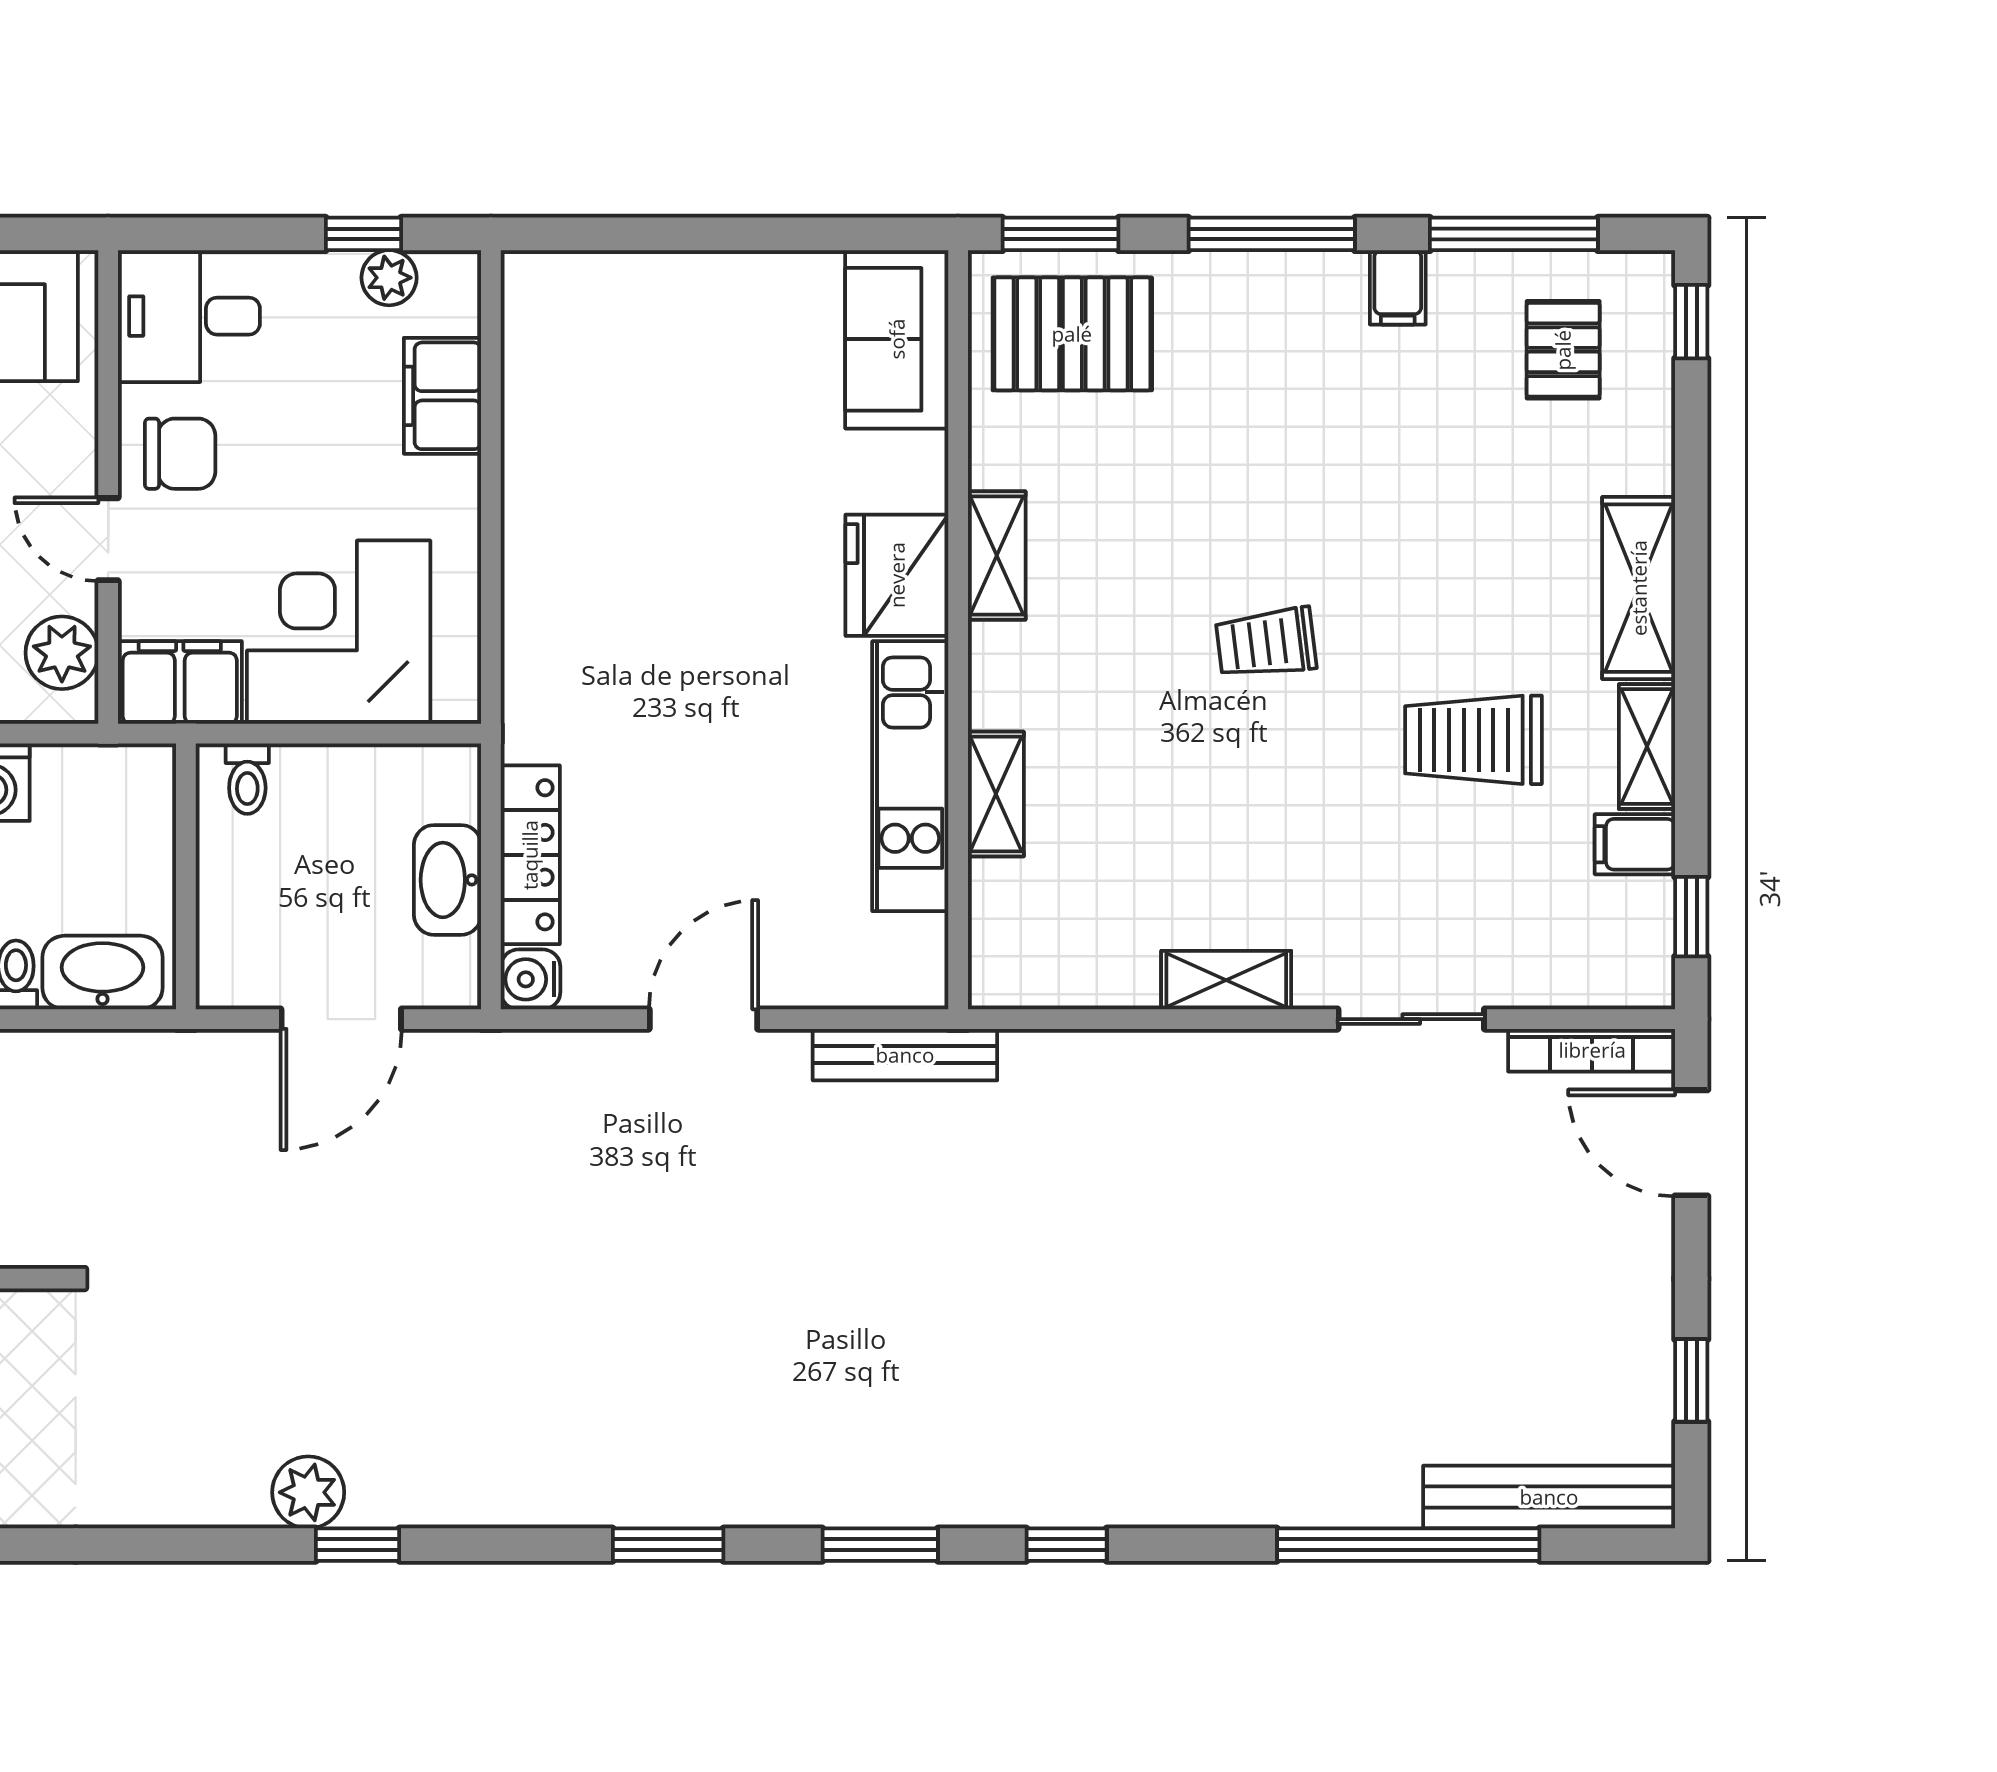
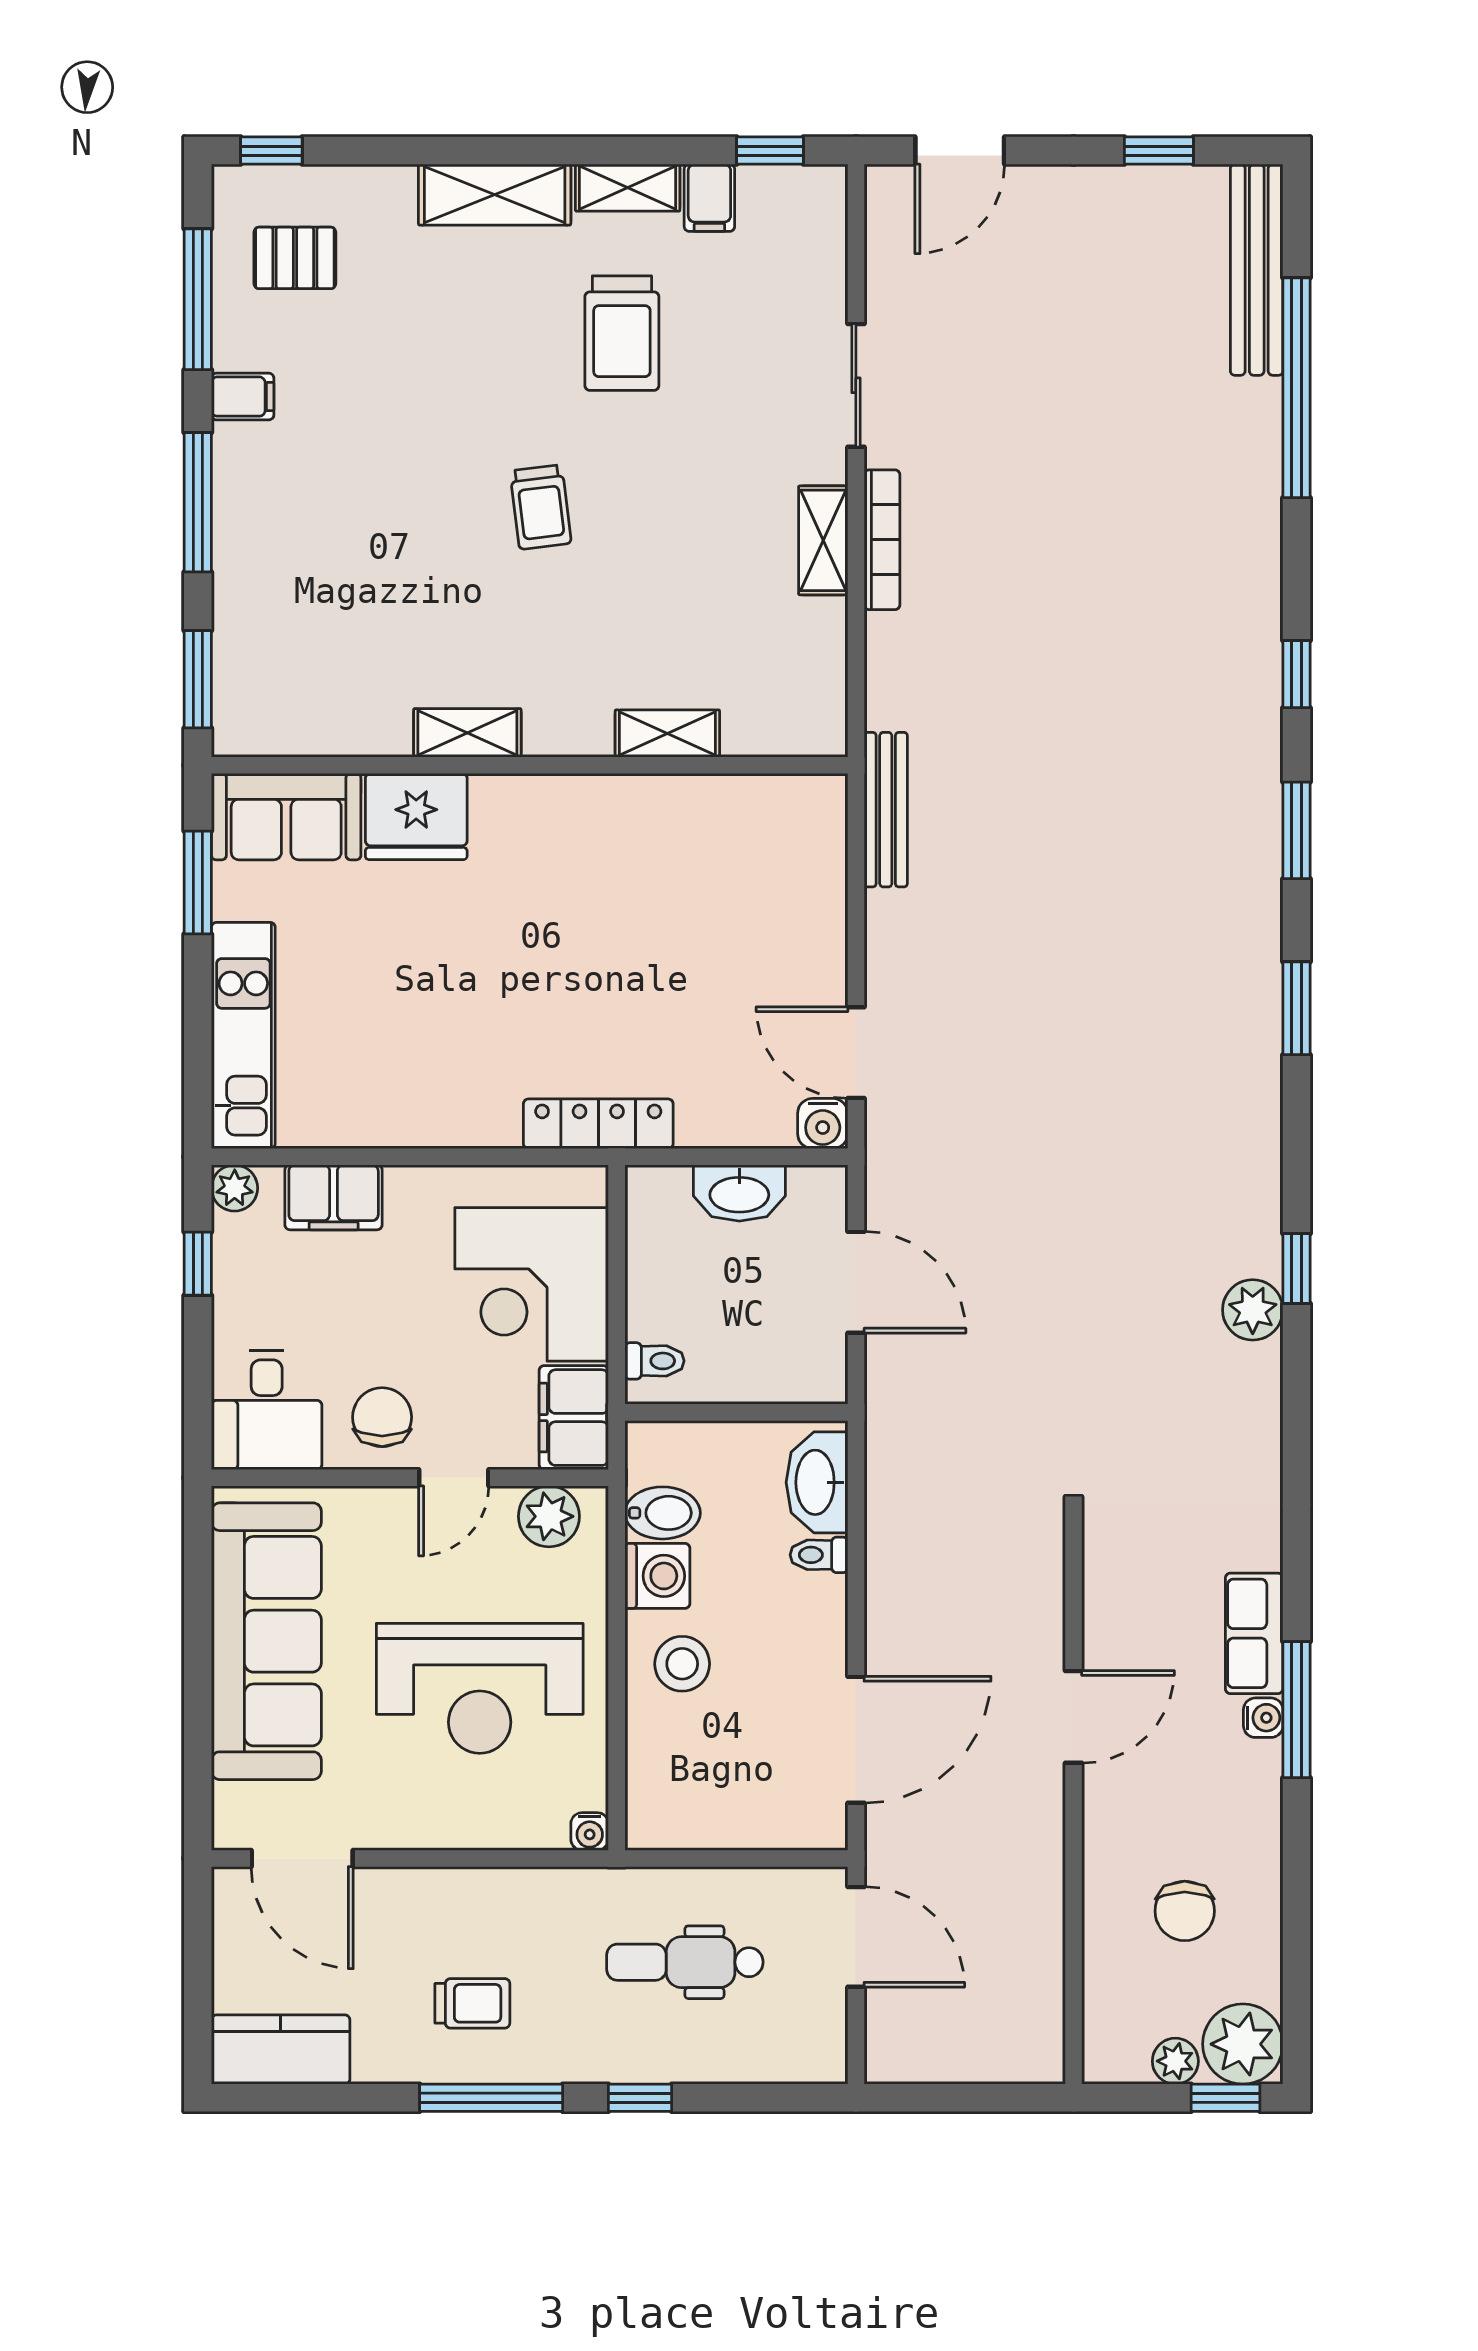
window: (818, 234) -> (198, 883), added
plant: (389, 278) -> (235, 1188), moved
pallet: (1072, 334) -> (282, 669), removed
fridge: (897, 575) -> (416, 816), moved
kitchen unit: (910, 776) -> (243, 1035), moved, turned -90
bidet: (66, 788) -> (663, 1513), added
locker: (530, 855) -> (598, 1124), moved
door: (703, 1019) -> (856, 1053), moved
bookcase: (1592, 1050) -> (882, 540), moved

